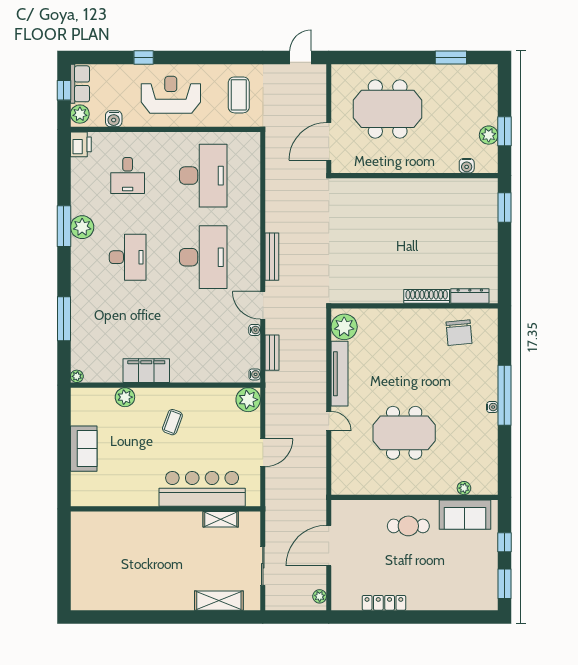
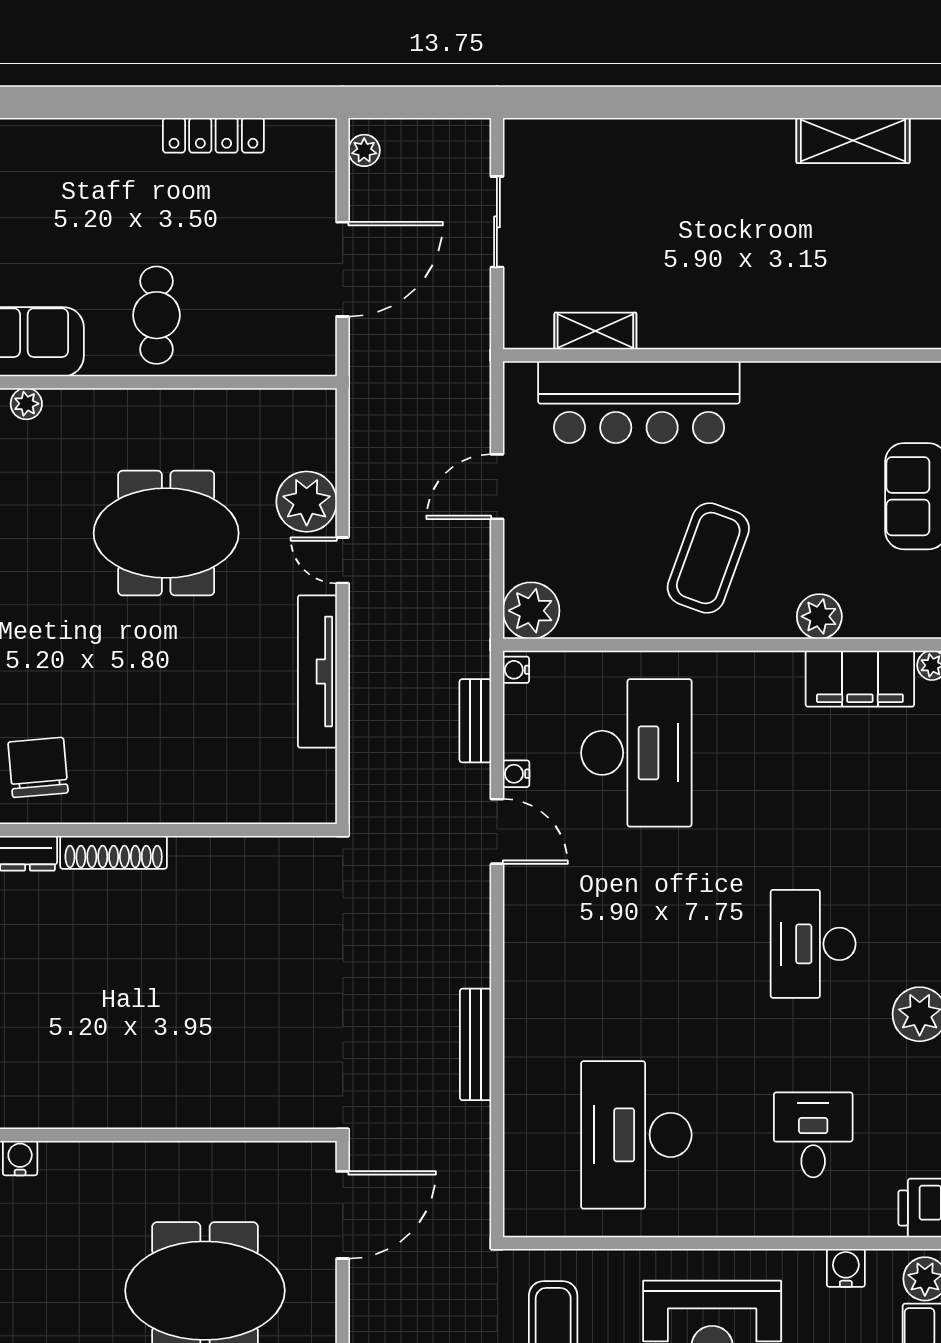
desk: (203, 257) -> (636, 753), moved, turned 180
bench: (272, 257) -> (476, 1044), moved
plant: (344, 327) -> (307, 502), moved
filing cabinet: (146, 371) -> (860, 679), moved
coffee table: (172, 422) -> (708, 558), width x1.86, depth x1.72
cafe table: (408, 526) -> (157, 315), turned 90
shelving: (219, 601) -> (853, 140), moved

